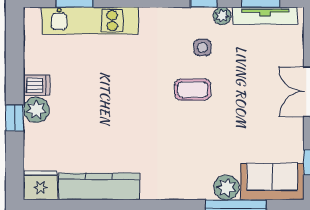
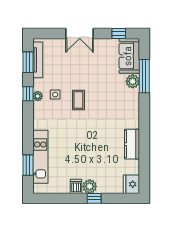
plant: (222, 16) -> (38, 96), moved
kitchen counter: (99, 186) -> (132, 144), width x0.67

